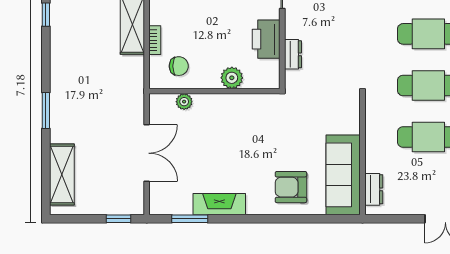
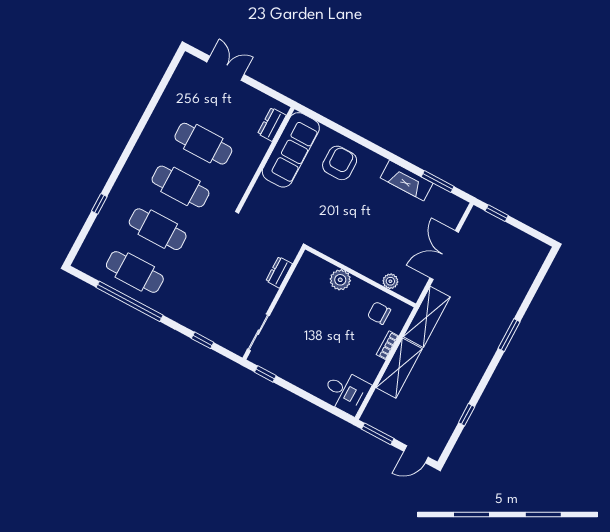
printer: (266, 39) -> (295, 297), removed
shelving: (62, 175) -> (427, 317), moved
armchair: (291, 187) -> (340, 163), turned -90

